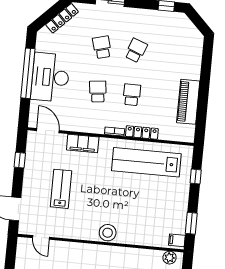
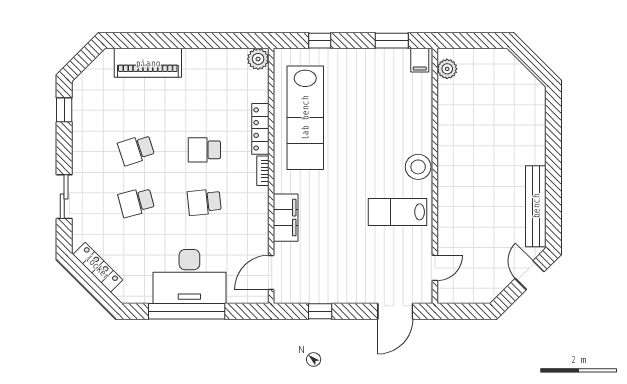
school desk: (136, 50) -> (136, 150), turned -39
piano: (188, 102) -> (148, 63), moved
plant: (188, 135) -> (258, 59), added
lab bench: (61, 189) -> (397, 212), moved

